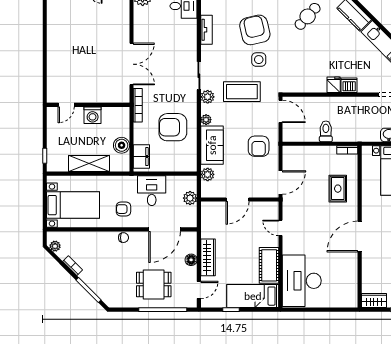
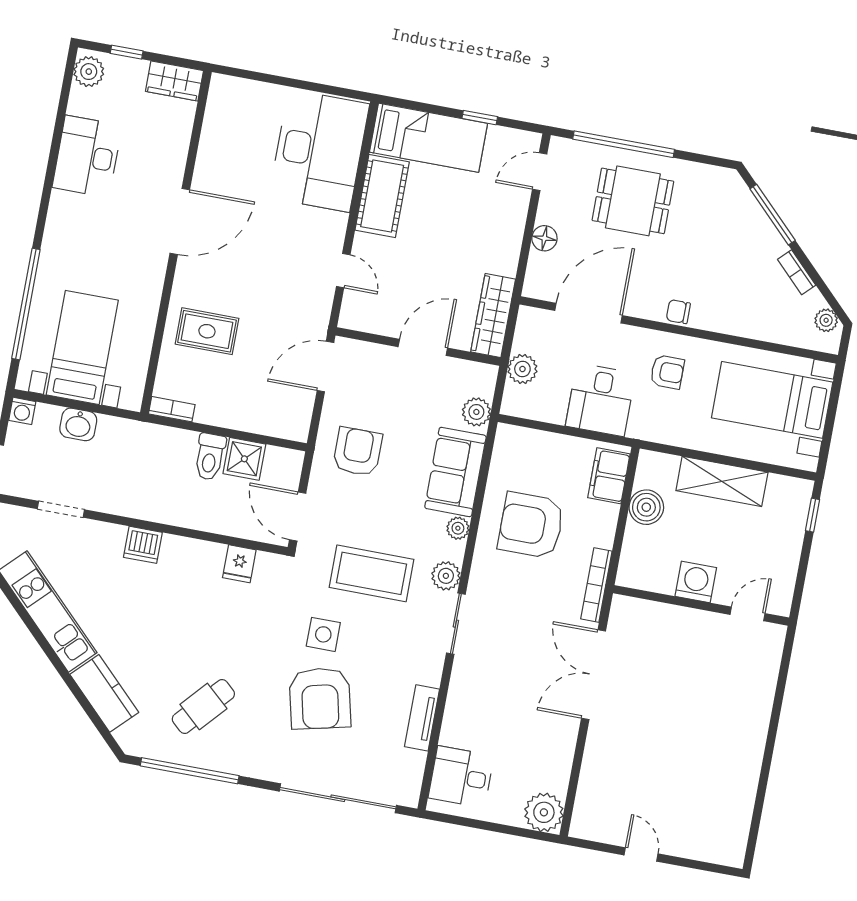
fridge: (334, 85) -> (239, 564), moved
armchair: (173, 127) -> (531, 525), turned 180
shower: (310, 133) -> (244, 459), added
rug: (338, 189) -> (207, 331), turned 90
wardrobe: (208, 257) -> (493, 316), moved

